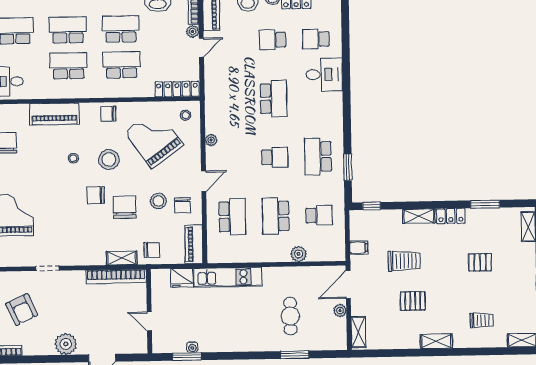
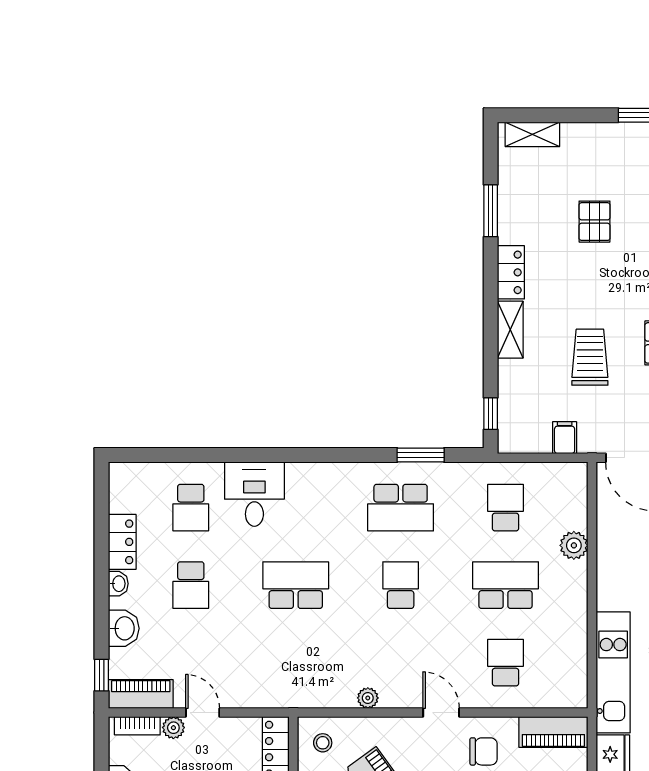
school desk: (276, 216) -> (506, 585), turned 180
school desk: (232, 217) -> (506, 663), width x0.54

